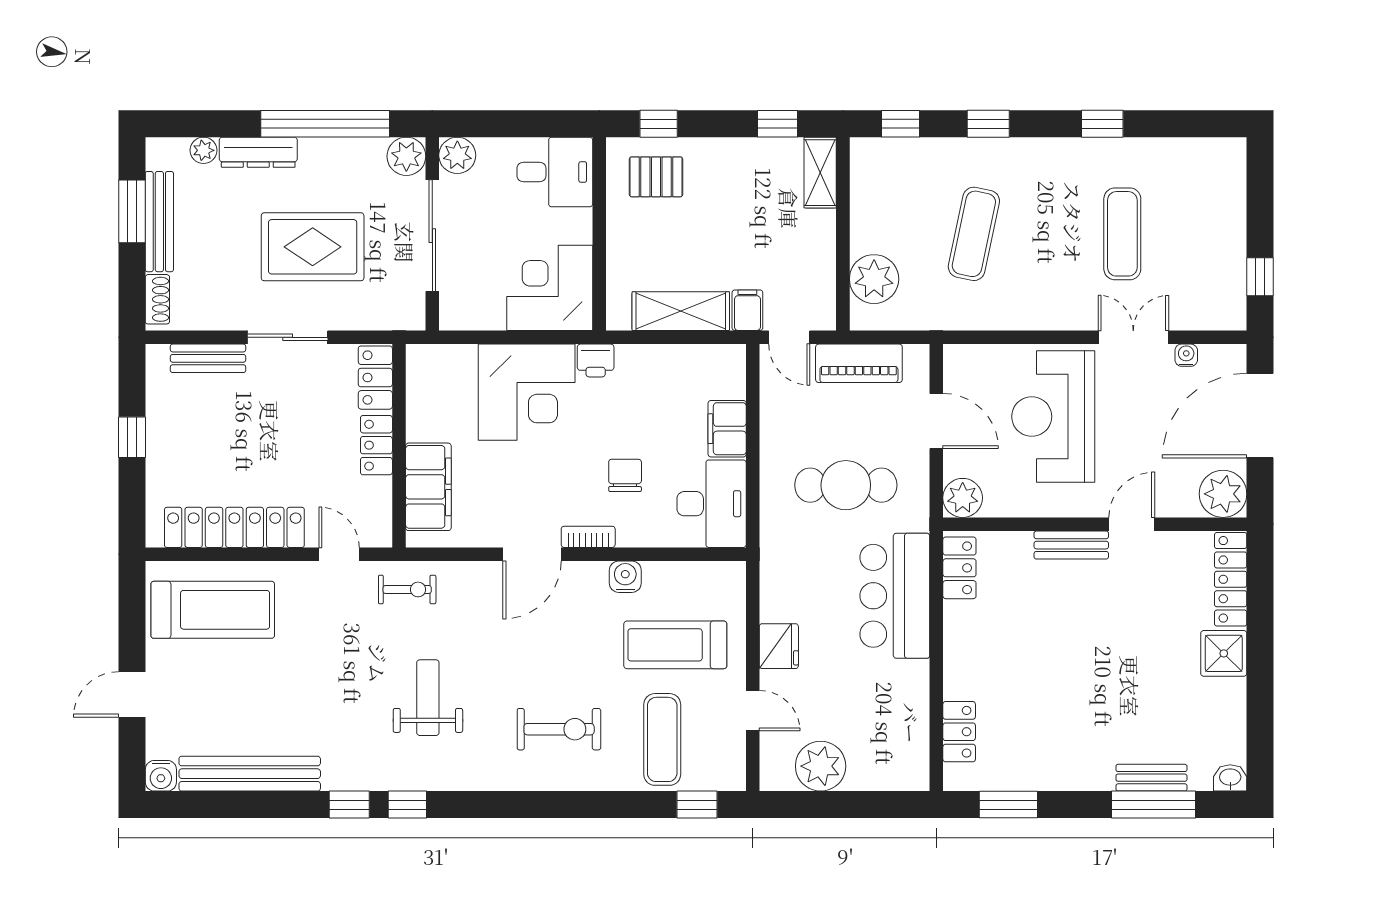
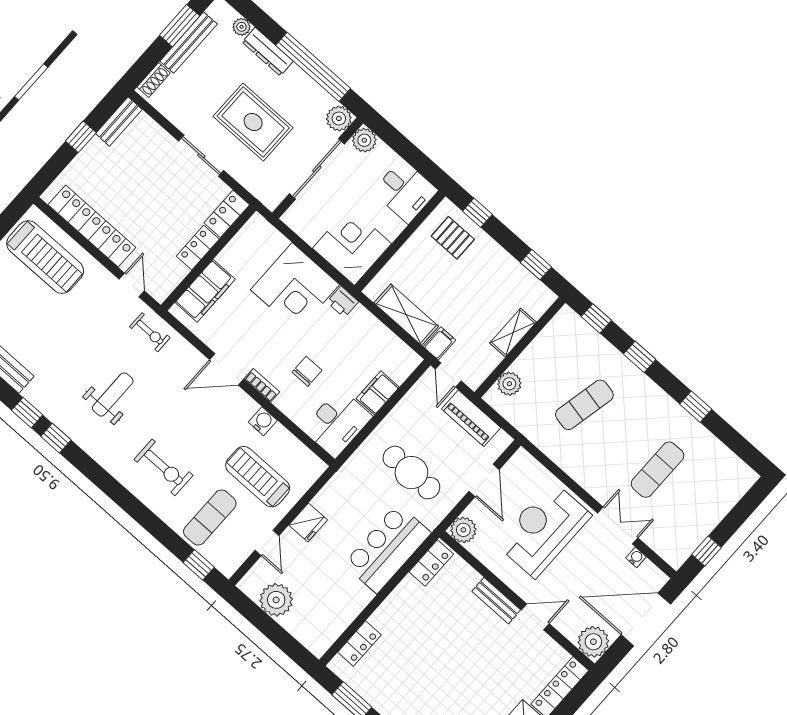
shelving: (820, 173) -> (513, 333), moved
plant: (874, 279) -> (509, 384), width x0.73, depth x0.73
bench: (208, 358) -> (119, 122), moved, turned 90

